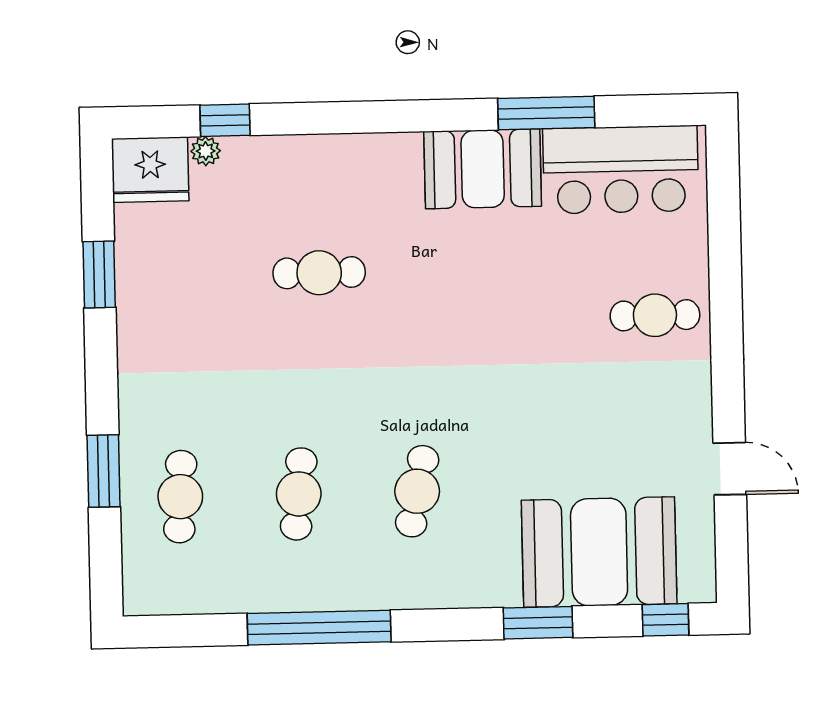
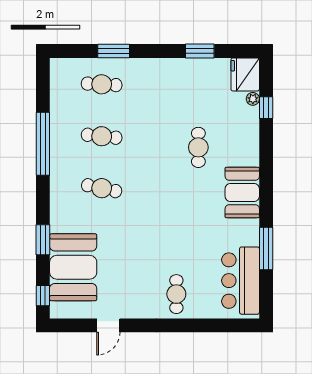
booth: (483, 169) -> (242, 192), moved

